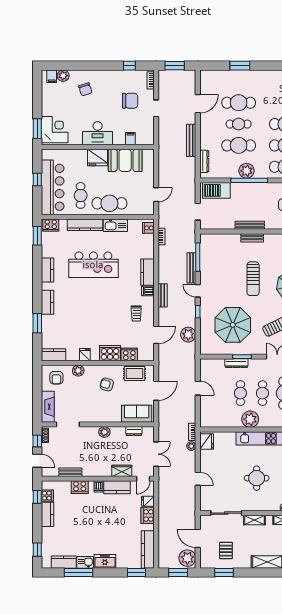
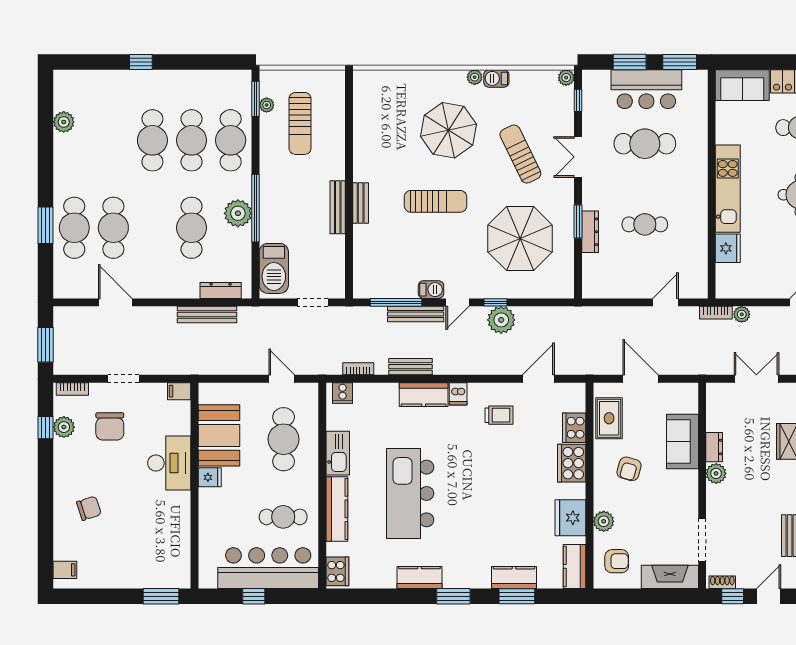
plant: (63, 76) -> (64, 427), moved
chair: (130, 101) -> (110, 426), turned 180
cafe table: (239, 124) -> (74, 228), moved, width x1.37, depth x1.35
corner desk: (55, 130) -> (162, 564), removed
desk: (98, 133) -> (169, 463), moved
filing cabinet: (130, 139) -> (179, 391), moved
bench: (191, 140) -> (207, 314), moved
fridge: (98, 157) -> (210, 477), width x0.53, depth x0.75
cafe table: (109, 203) -> (284, 439), moved
window: (37, 236) -> (453, 596), moved
kitchen island: (93, 265) -> (410, 493), turned 180
barbecue: (205, 276) -> (431, 290), added
bench: (163, 295) -> (410, 367), moved
kitchen counter: (47, 302) -> (514, 577), moved
door: (156, 335) -> (538, 379), hinge flipped
plant: (188, 335) -> (501, 320), moved
fridge: (85, 355) -> (570, 518), width x1.88, depth x1.34
door: (198, 388) -> (665, 302), moved
cafe table: (262, 393) -> (645, 184), removed
sofa: (137, 414) -> (682, 442), moved
plant: (250, 419) -> (693, 207), removed
dresser: (134, 431) -> (714, 447), moved
fridge: (207, 441) -> (728, 248), moved, turned 90

